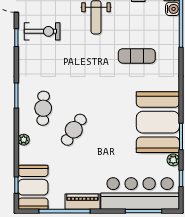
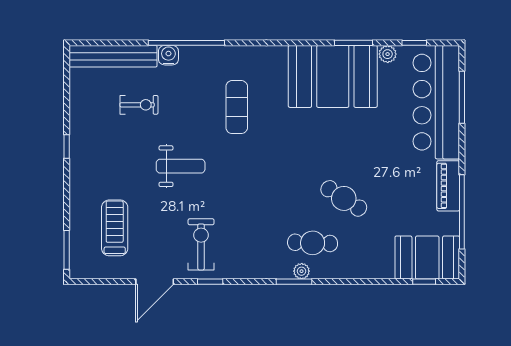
plant: (24, 140) -> (302, 271), moved

